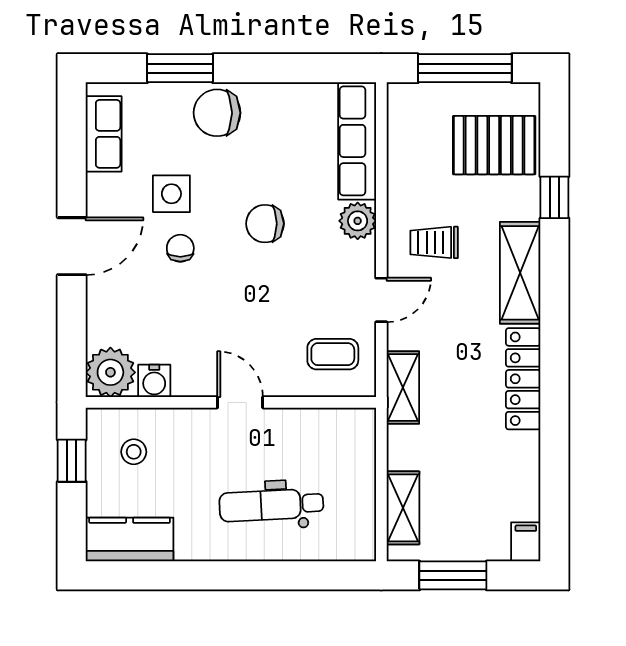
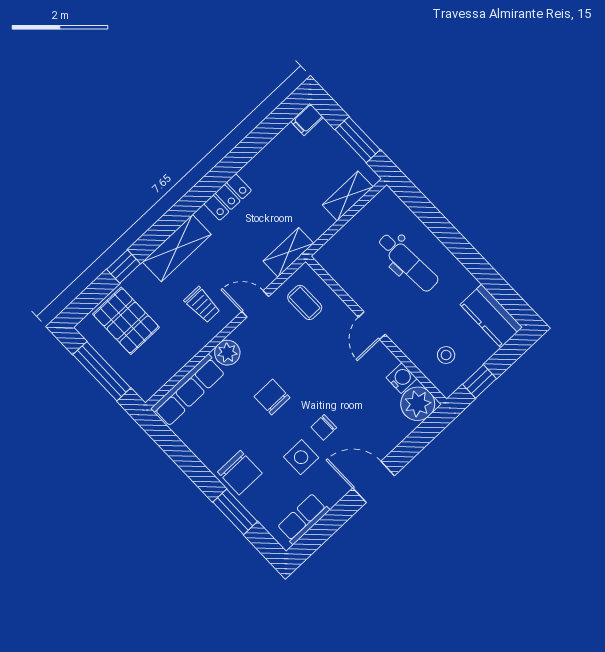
chair: (265, 224) -> (272, 397), turned 180
locker: (523, 379) -> (228, 197), width x0.66

